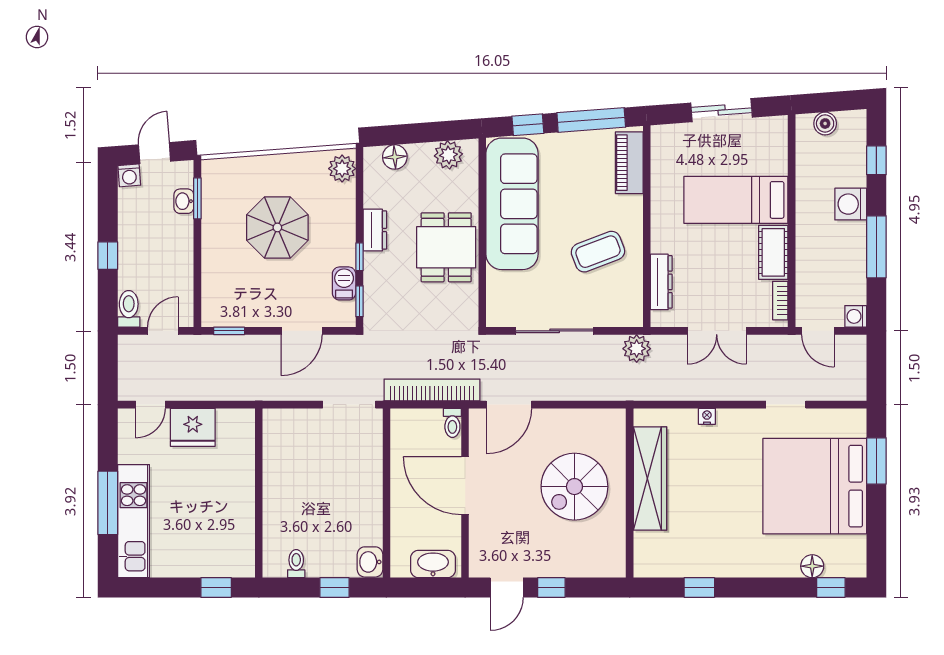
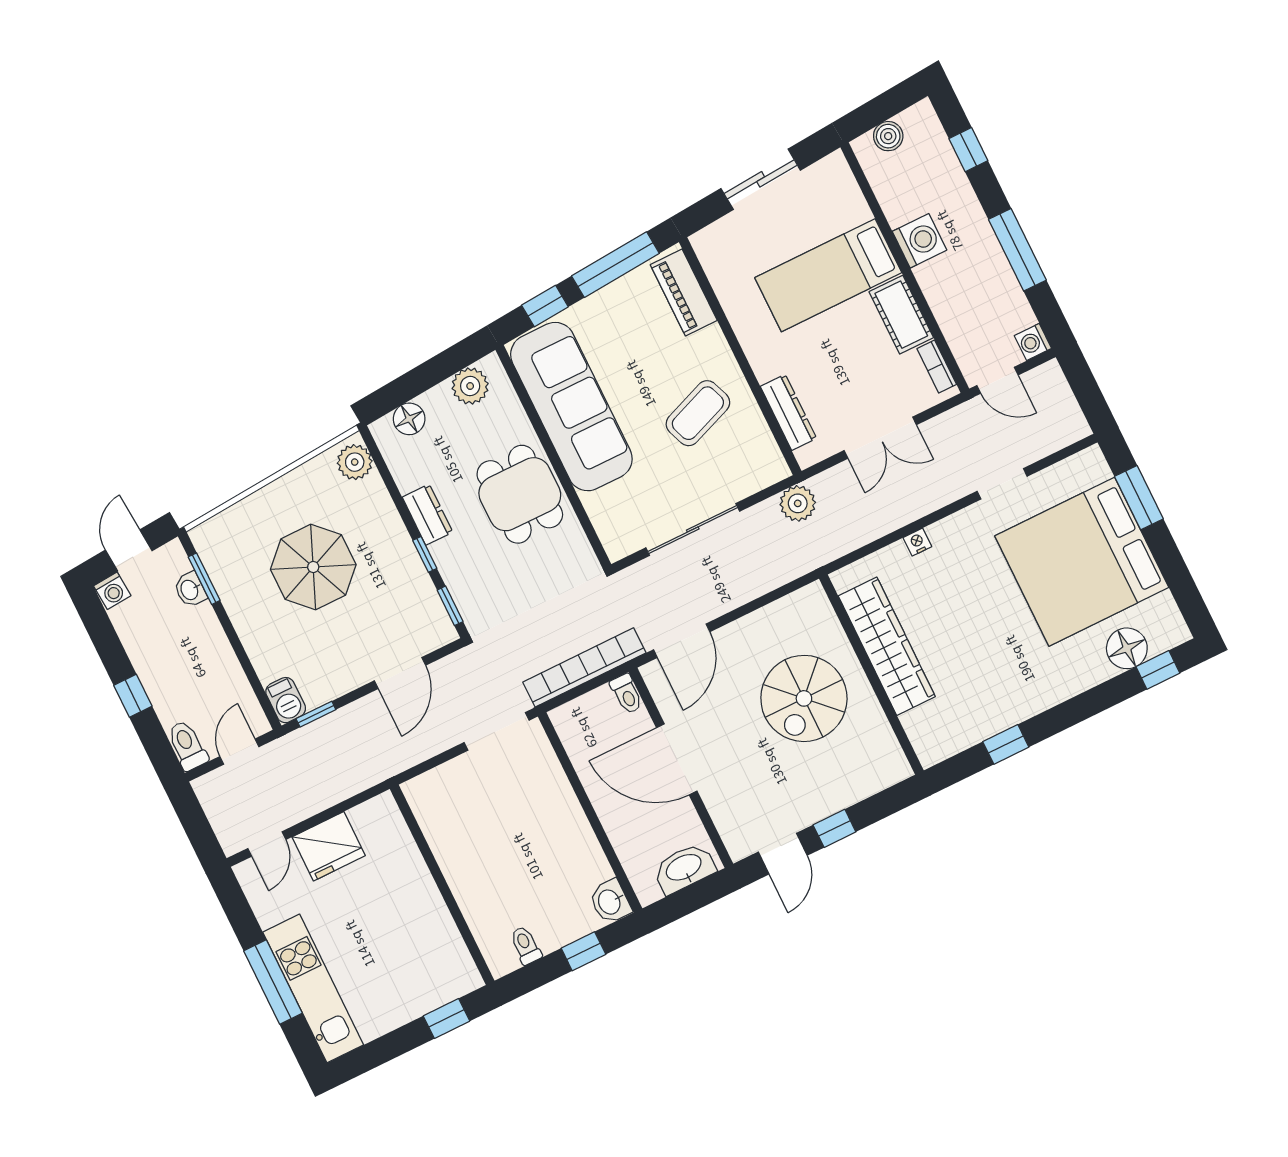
washing machine: (851, 204) -> (919, 241), moved, turned 180
barbecue: (344, 283) -> (286, 700), moved, turned 180
floor lamp: (812, 566) -> (1127, 648), width x1.38, depth x1.38

